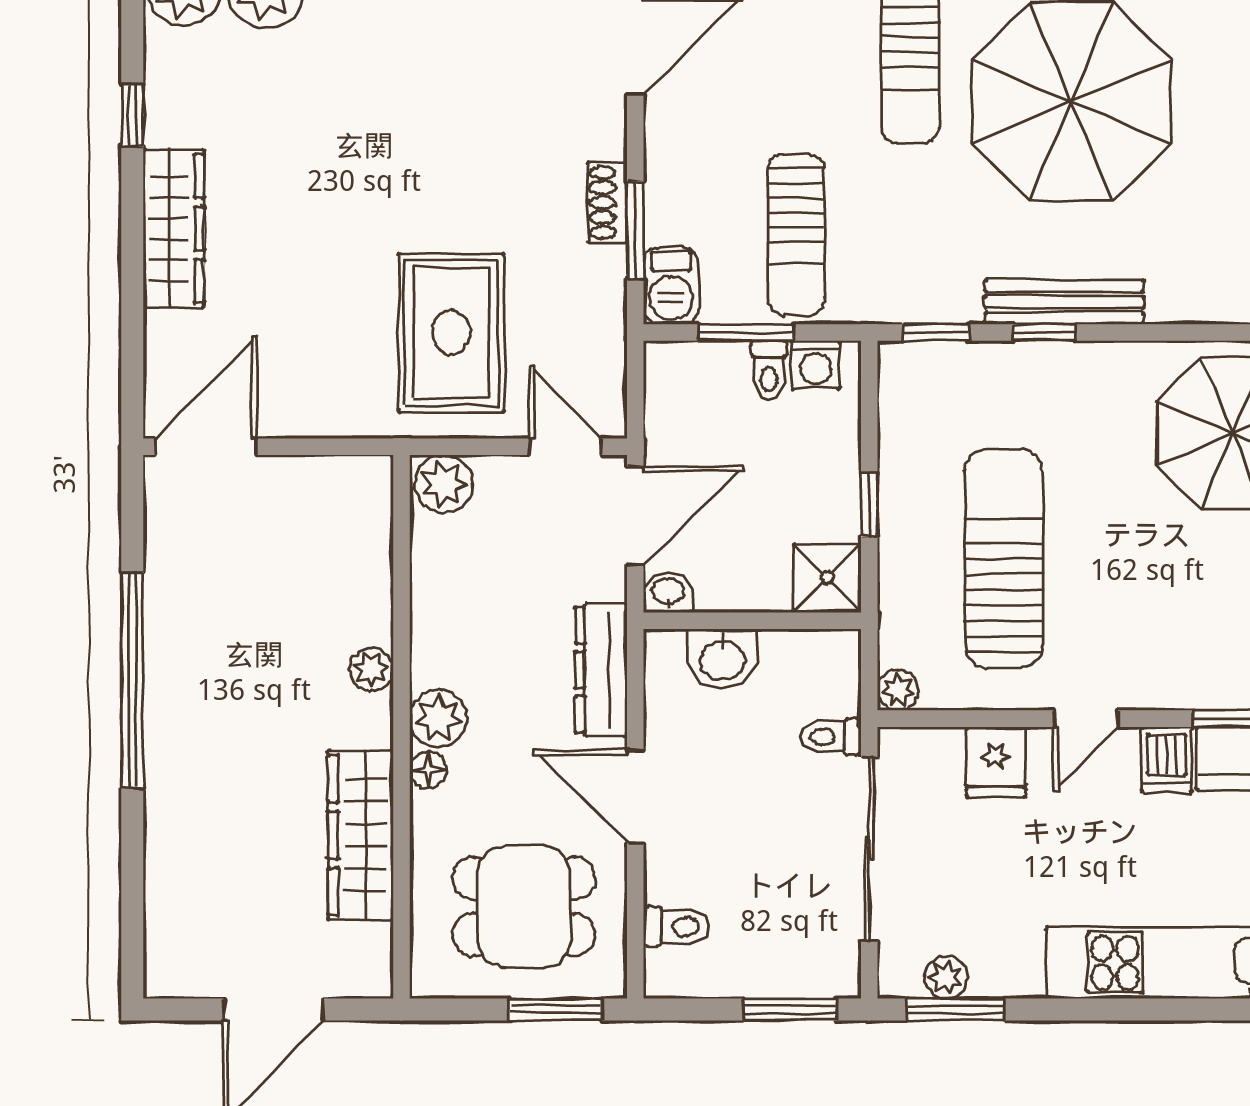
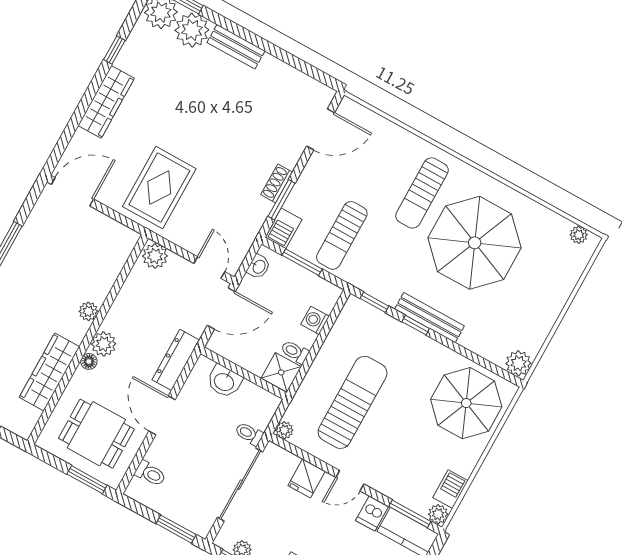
rug: (451, 333) -> (159, 188), moved
washing machine: (816, 365) -> (315, 320), moved, turned 90
toilet: (769, 370) -> (295, 352), moved, turned 90
window: (869, 505) -> (313, 354), removed
washbasin: (669, 592) -> (259, 267), moved, turned 90

